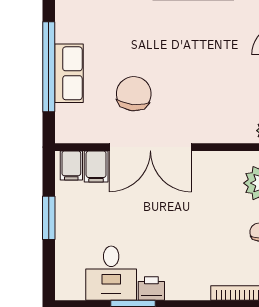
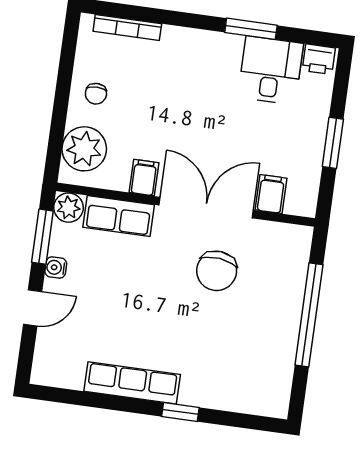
row of seats: (69, 73) -> (119, 216), moved, turned -90
filing cabinet: (71, 165) -> (144, 178), moved
printer: (151, 289) -> (319, 59), moved

